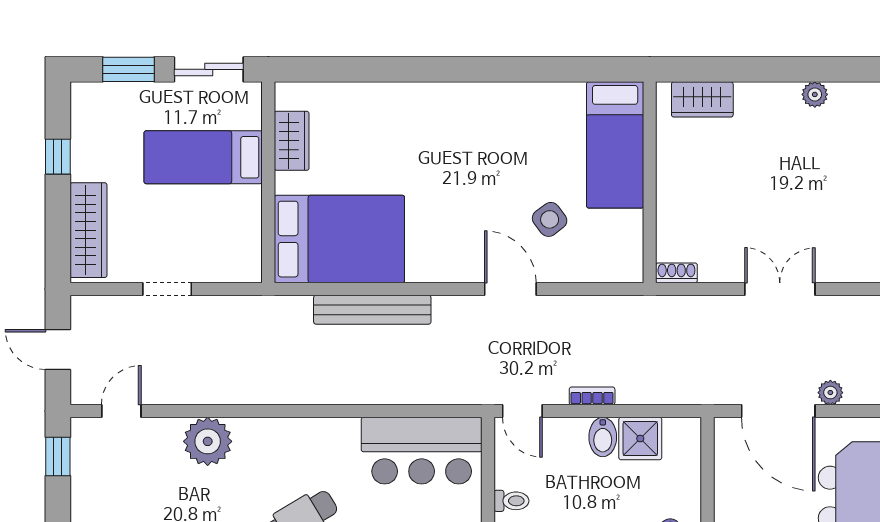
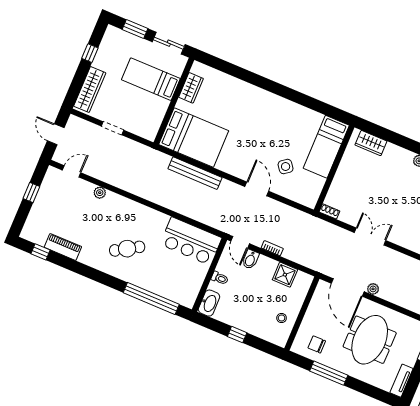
bidet: (603, 437) -> (250, 259), moved
plant: (208, 441) -> (100, 193), width x0.53, depth x0.53
window: (58, 456) -> (31, 192), moved

